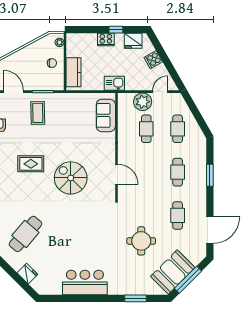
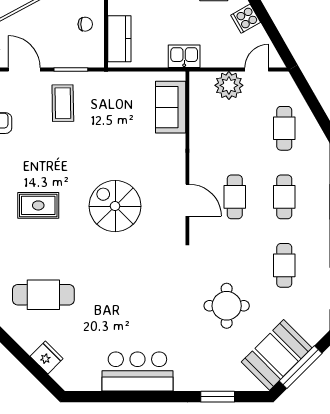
cafe table: (146, 129) -> (235, 197), moved
rug: (31, 164) -> (38, 205), moved
cafe table: (25, 234) -> (43, 295), turned 50

